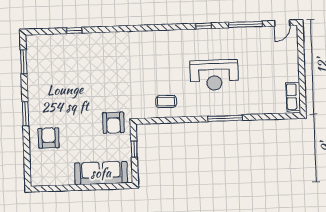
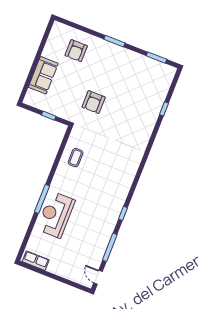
reception desk: (214, 75) -> (56, 215), moved
armchair: (113, 123) -> (94, 102), moved, turned -90
armchair: (49, 138) -> (76, 51), moved, turned 90
sofa: (101, 173) -> (43, 75), width x0.73

